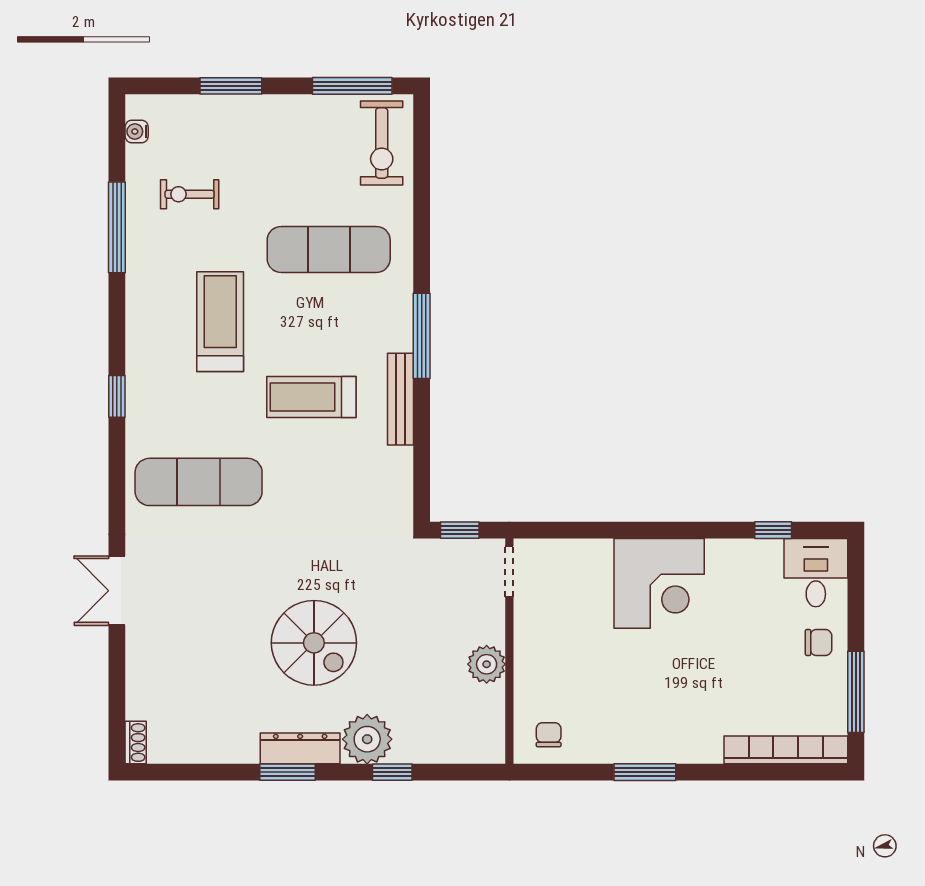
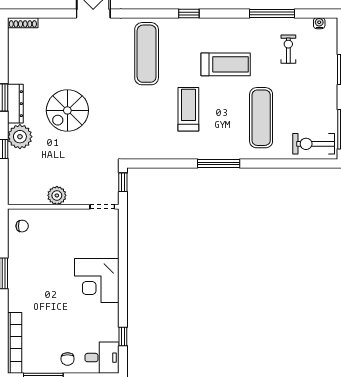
bench: (400, 399) -> (187, 153), removed
shoe rack: (136, 743) -> (23, 23), width x1.43

